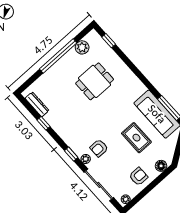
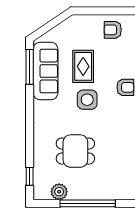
side table: (116, 119) -> (87, 100), added
floor lamp: (161, 166) -> (84, 21), removed

